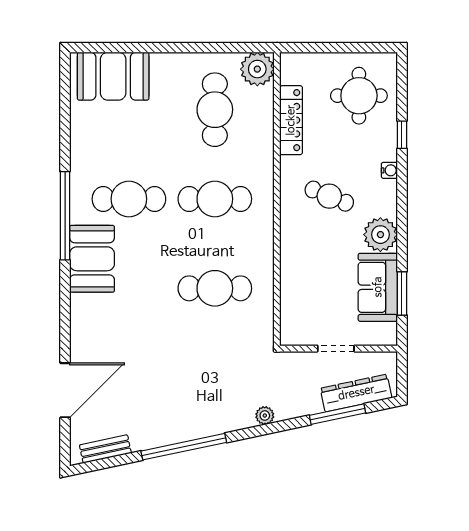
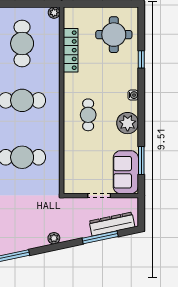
plant: (257, 69) -> (54, 13), width x0.53, depth x0.53
water cooler: (389, 170) -> (133, 95), moved
cafe table: (329, 196) -> (88, 115), moved, turned 68
sofa: (378, 287) -> (126, 172), moved

